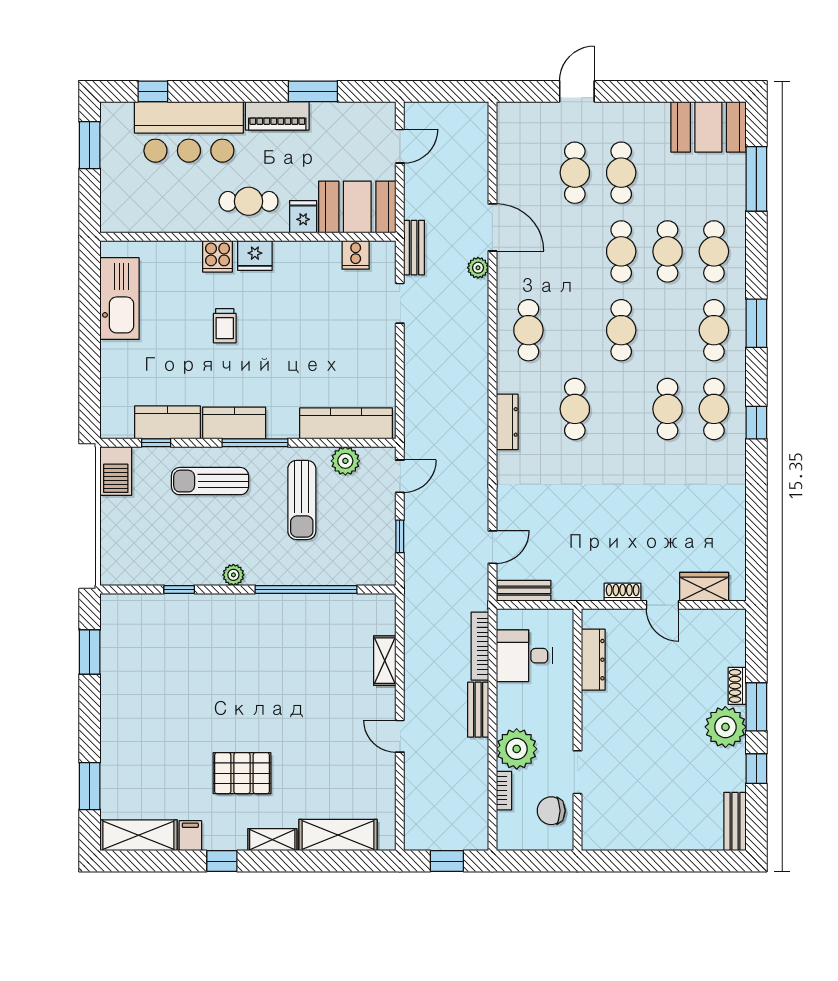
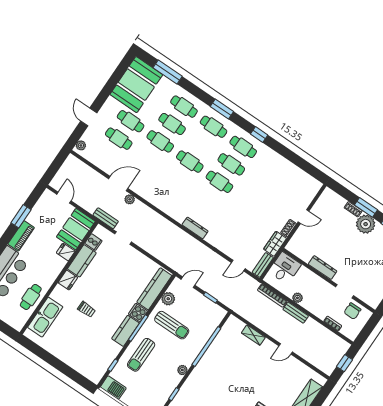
plant: (516, 112) -> (81, 145), added
booth: (708, 127) -> (136, 85), width x1.36, depth x1.42
cafe table: (249, 201) -> (31, 297), moved
cooker: (218, 256) -> (138, 313), moved, turned 180
kitchen sink: (119, 299) -> (45, 317), moved, turned 90
cafe table: (528, 330) -> (166, 196), removed
cafe table: (575, 409) -> (219, 182), moved
kitchen counter: (168, 422) -> (82, 261), moved, turned 180
door: (400, 476) -> (188, 282), hinge flipped
door: (492, 547) -> (238, 266), swing flipped
wardrobe: (704, 587) -> (275, 244), moved
desk: (524, 656) -> (285, 268), moved, turned 180
dresser: (593, 660) -> (323, 268), moved
plant: (517, 749) -> (297, 298), moved, width x0.53, depth x0.53

